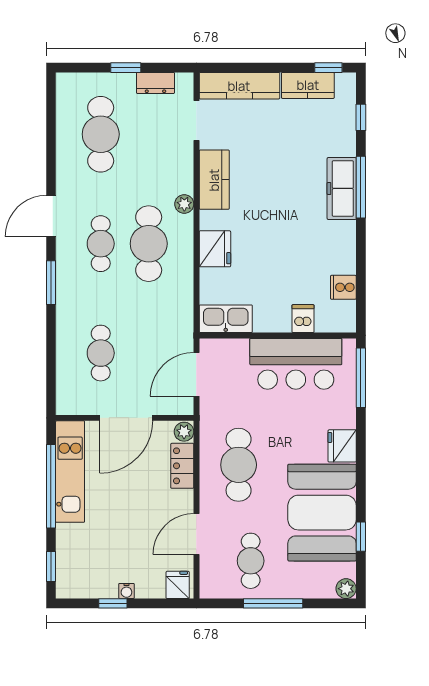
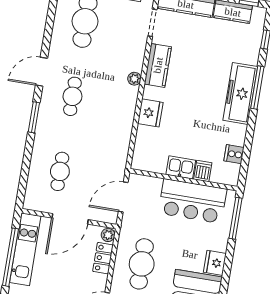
freezer: (342, 188) -> (240, 93), width x1.36, depth x1.26
cafe table: (149, 244) -> (105, 102), removed
kitchen sink: (226, 319) -> (181, 167), moved, width x0.73

